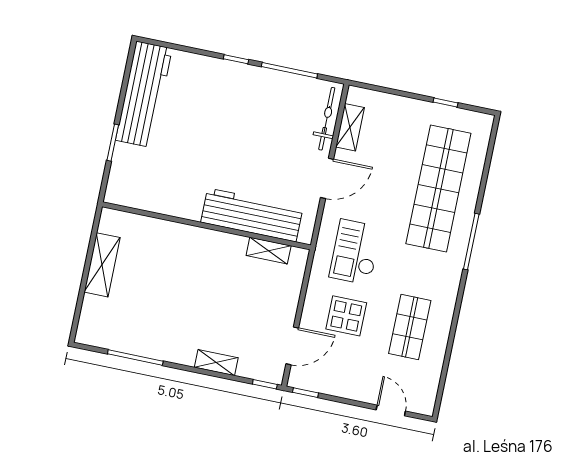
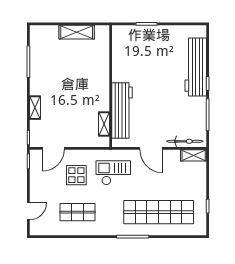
workbench: (144, 94) -> (196, 67), moved, turned 90
shelving: (350, 127) -> (194, 155), moved
door: (292, 346) -> (53, 148), hinge flipped

